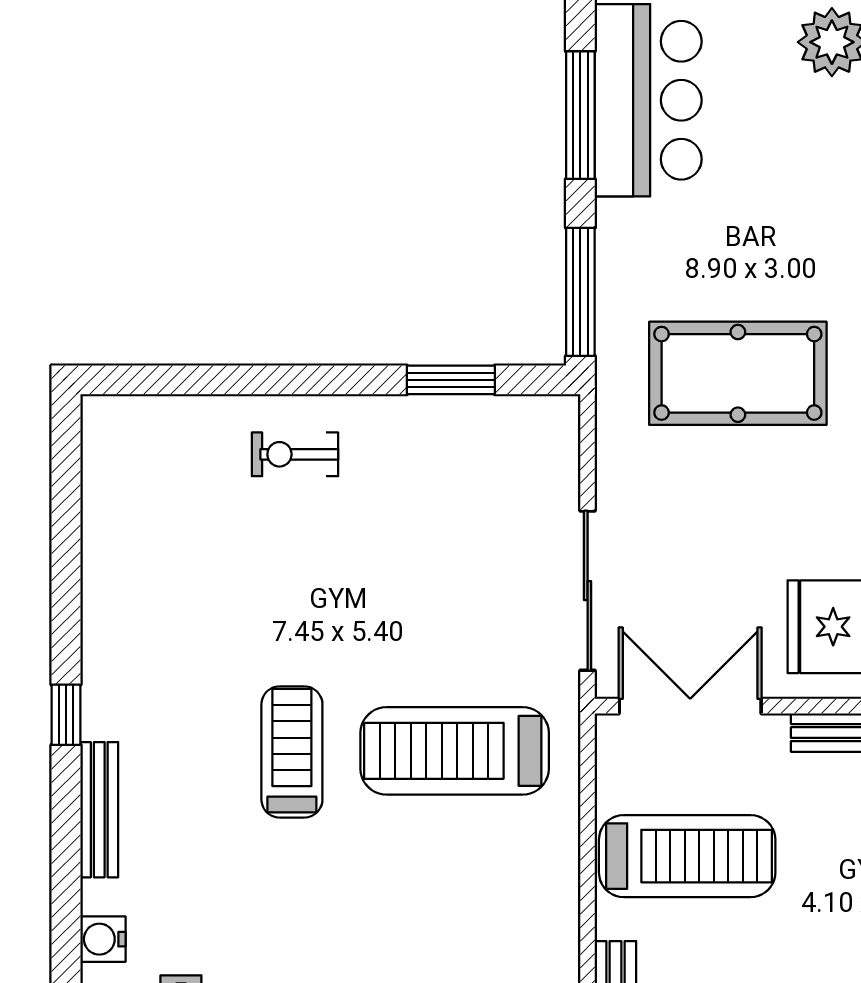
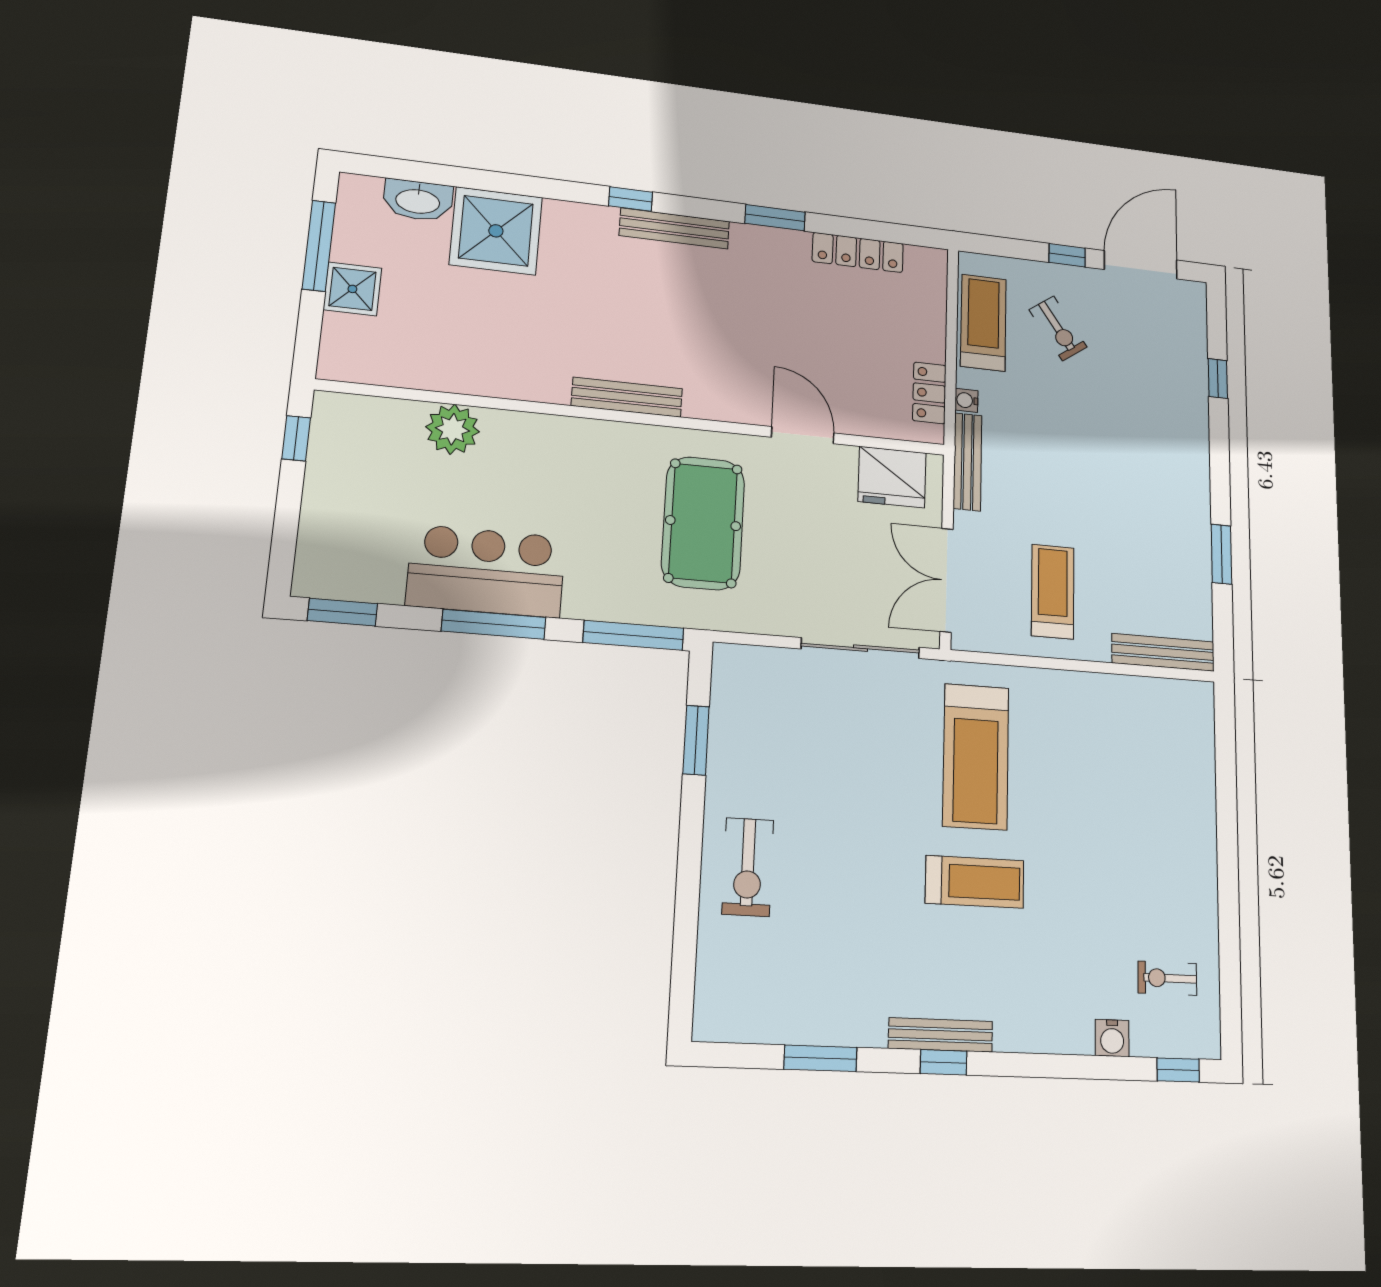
exercise bike: (295, 454) -> (748, 867), width x1.38, depth x1.39
window: (66, 557) -> (820, 1058), added
treadmill: (292, 752) -> (975, 882), turned 180
bench: (99, 810) -> (941, 1035), moved
treadmill: (687, 856) -> (1053, 592), width x0.73, depth x0.73

